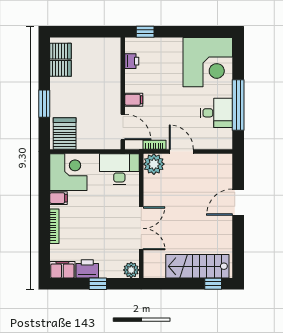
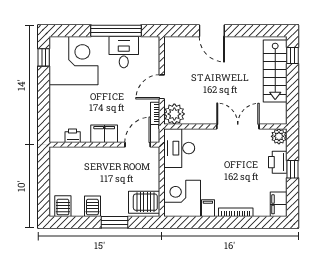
window: (145, 32) -> (44, 57), moved
server rack: (60, 68) -> (92, 206), moved
filing cabinet: (134, 100) -> (104, 134), width x2.00
printer: (87, 269) -> (278, 162), moved

